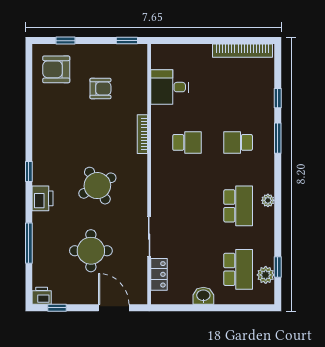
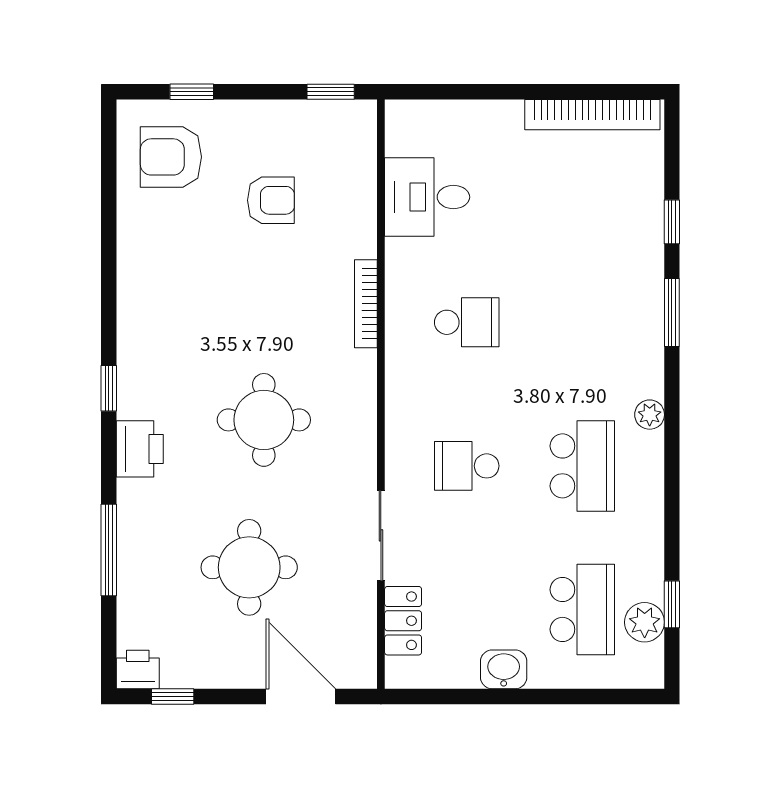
school desk: (238, 142) -> (467, 466), moved
round table: (97, 186) -> (264, 420), turned 30
plant: (268, 200) -> (650, 415), moved

